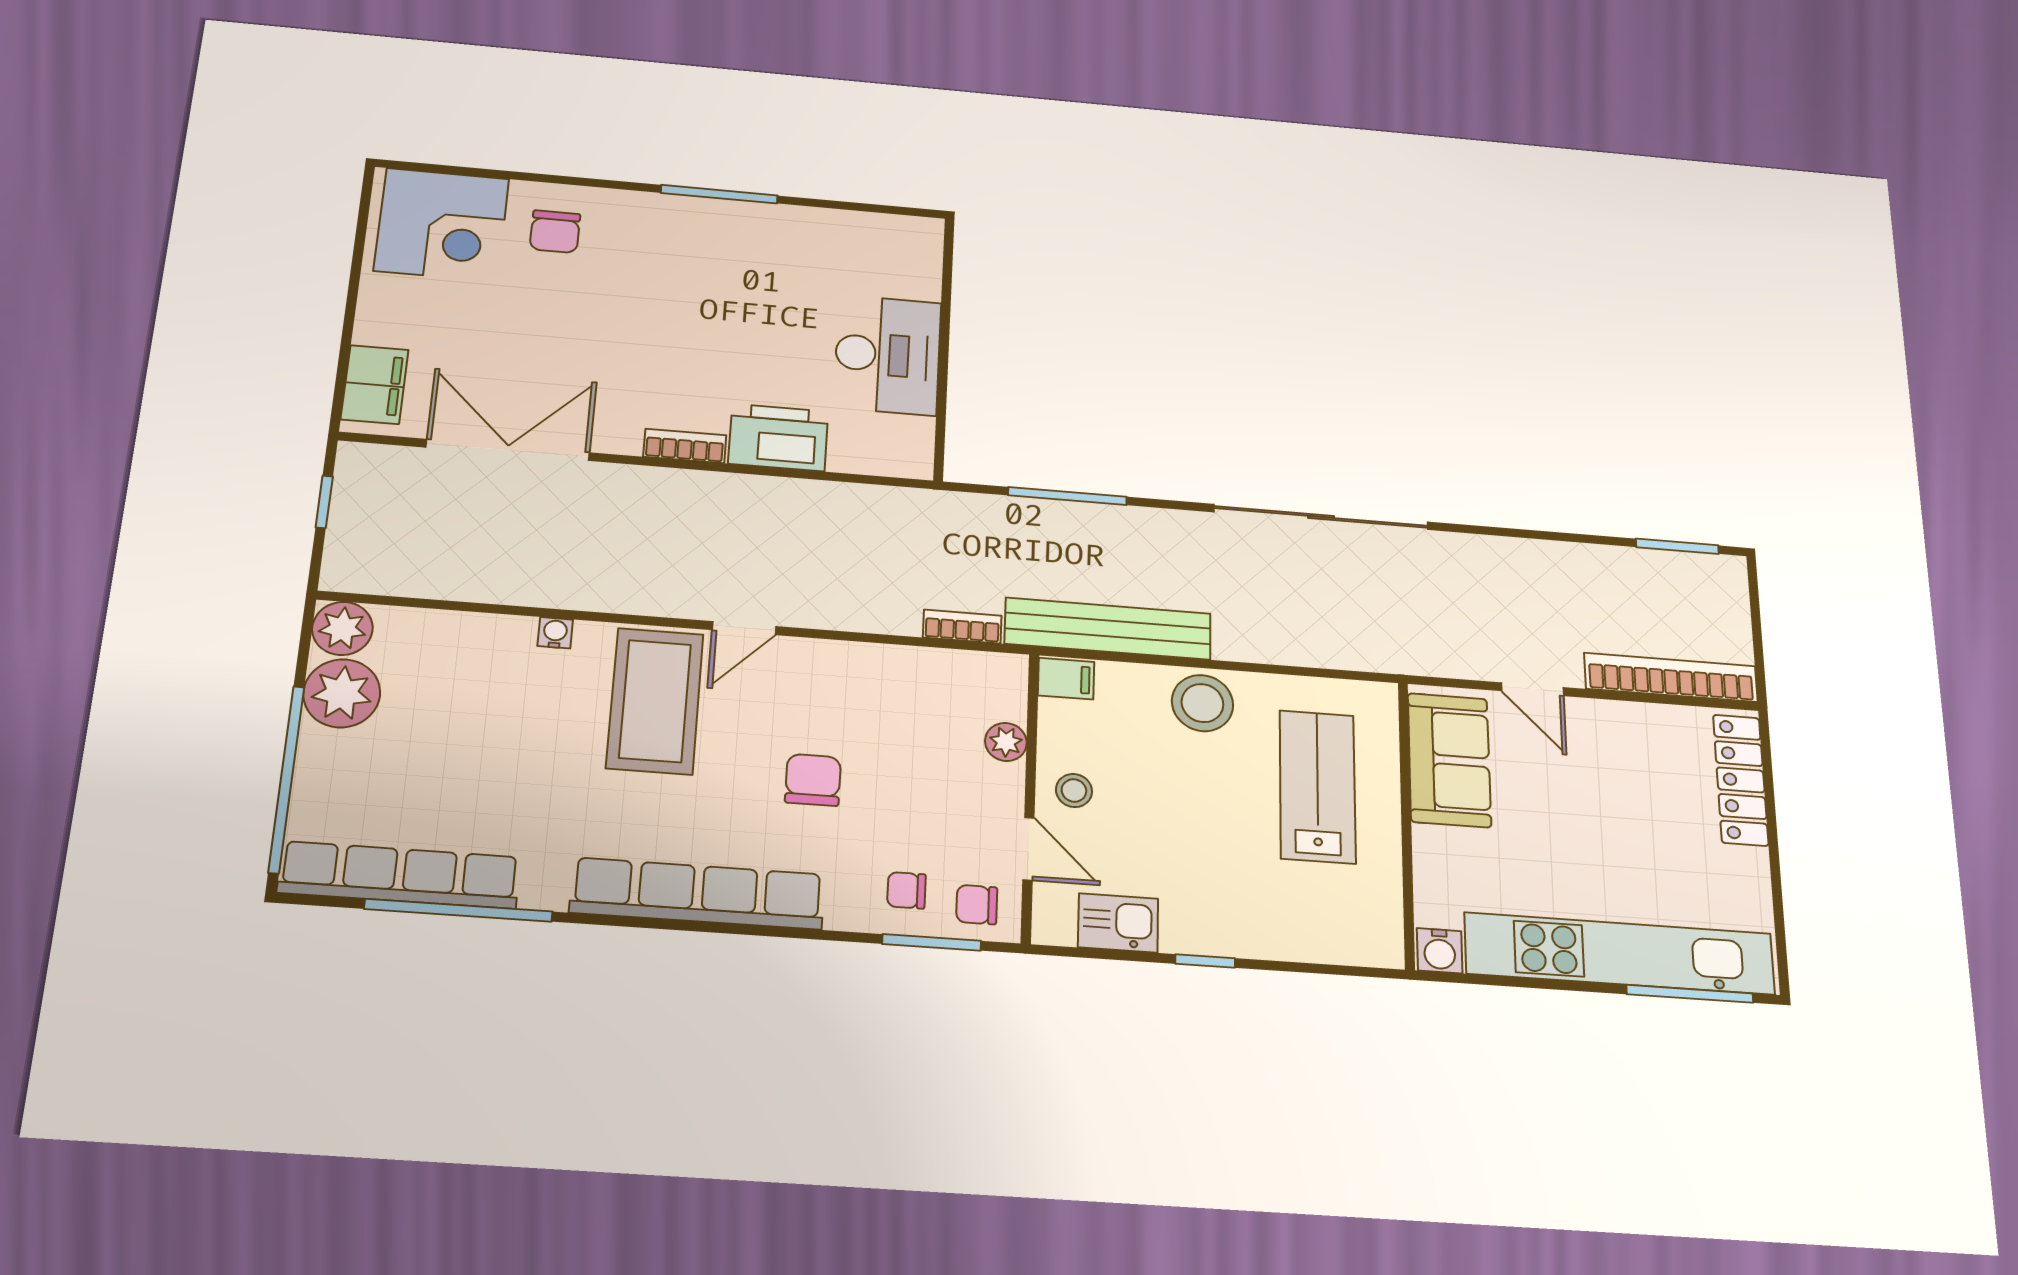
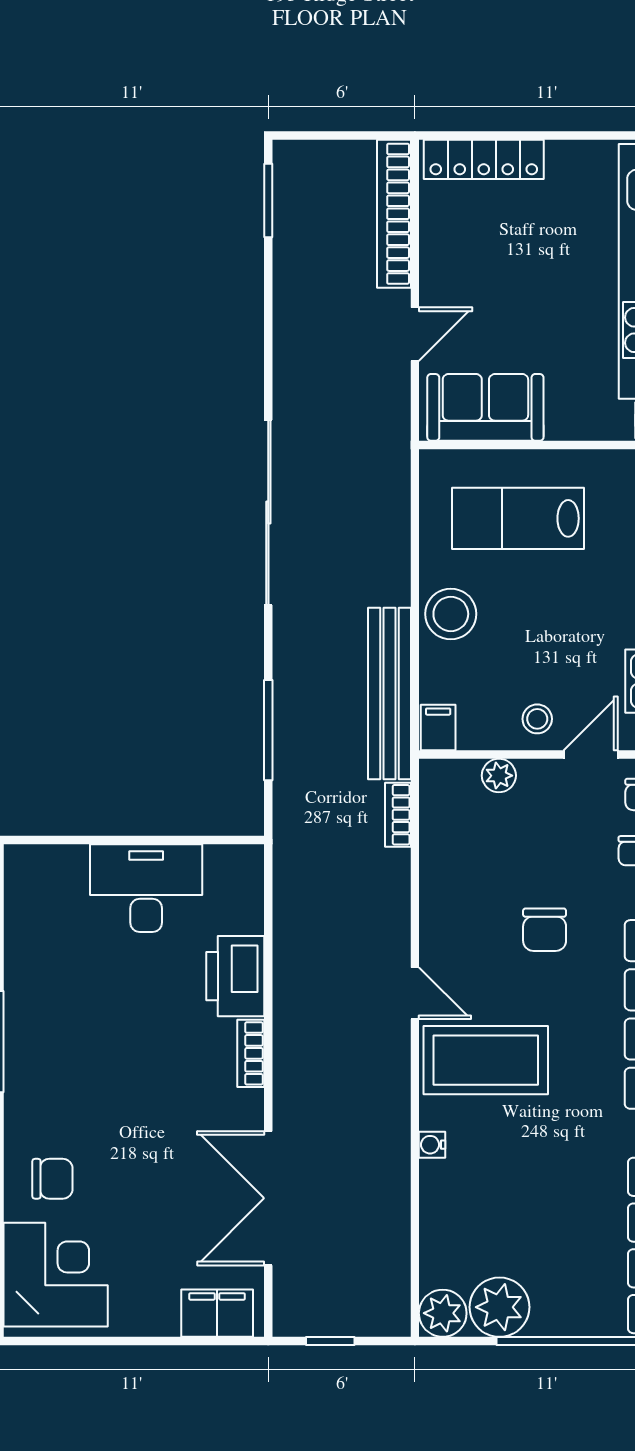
chair: (813, 780) -> (545, 930), turned -90

